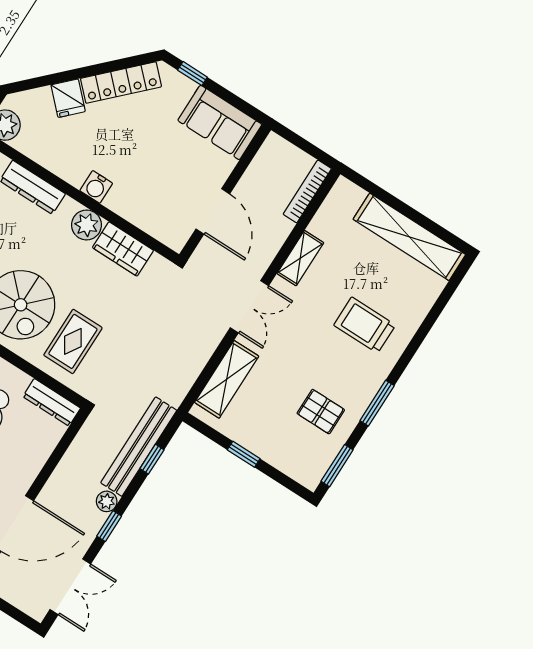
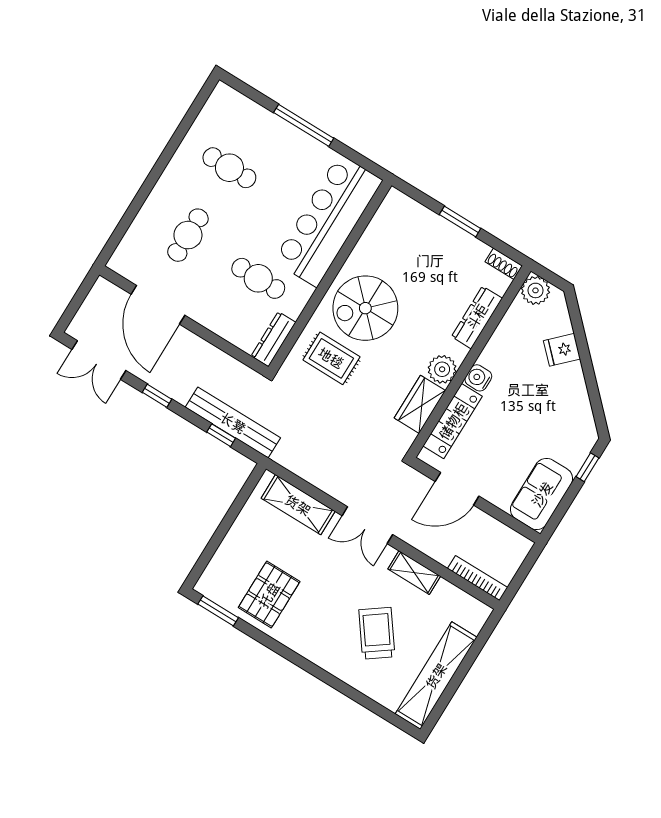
locker: (121, 83) -> (453, 421), moved, turned -135
trolley: (365, 325) -> (377, 633), moved, turned -36
window: (377, 403) -> (278, 648), removed
pallet: (321, 412) -> (269, 595), width x1.50, depth x1.42
window: (244, 454) -> (227, 522), removed
plant: (107, 501) -> (180, 393), removed

